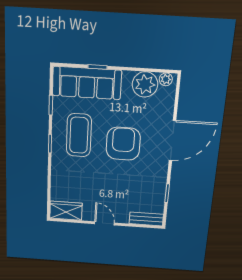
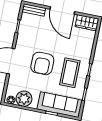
door: (104, 223) -> (62, 10), width x1.88

